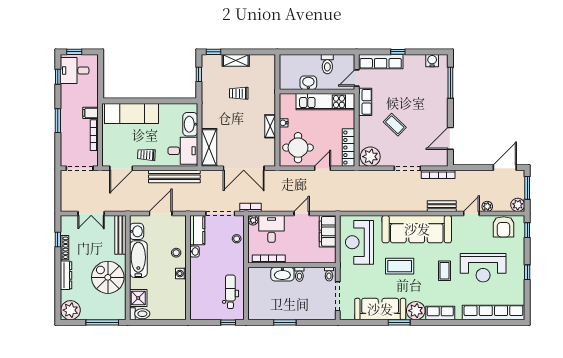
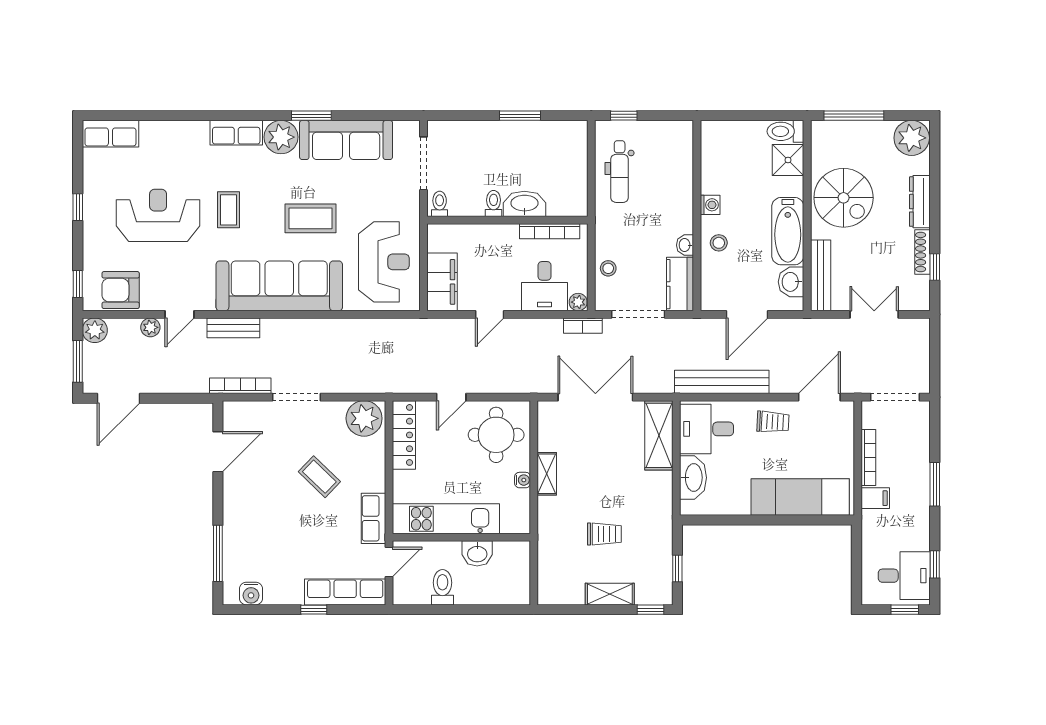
armchair: (504, 227) -> (121, 290), turned -90
row of seats: (493, 312) -> (110, 134), width x0.50

